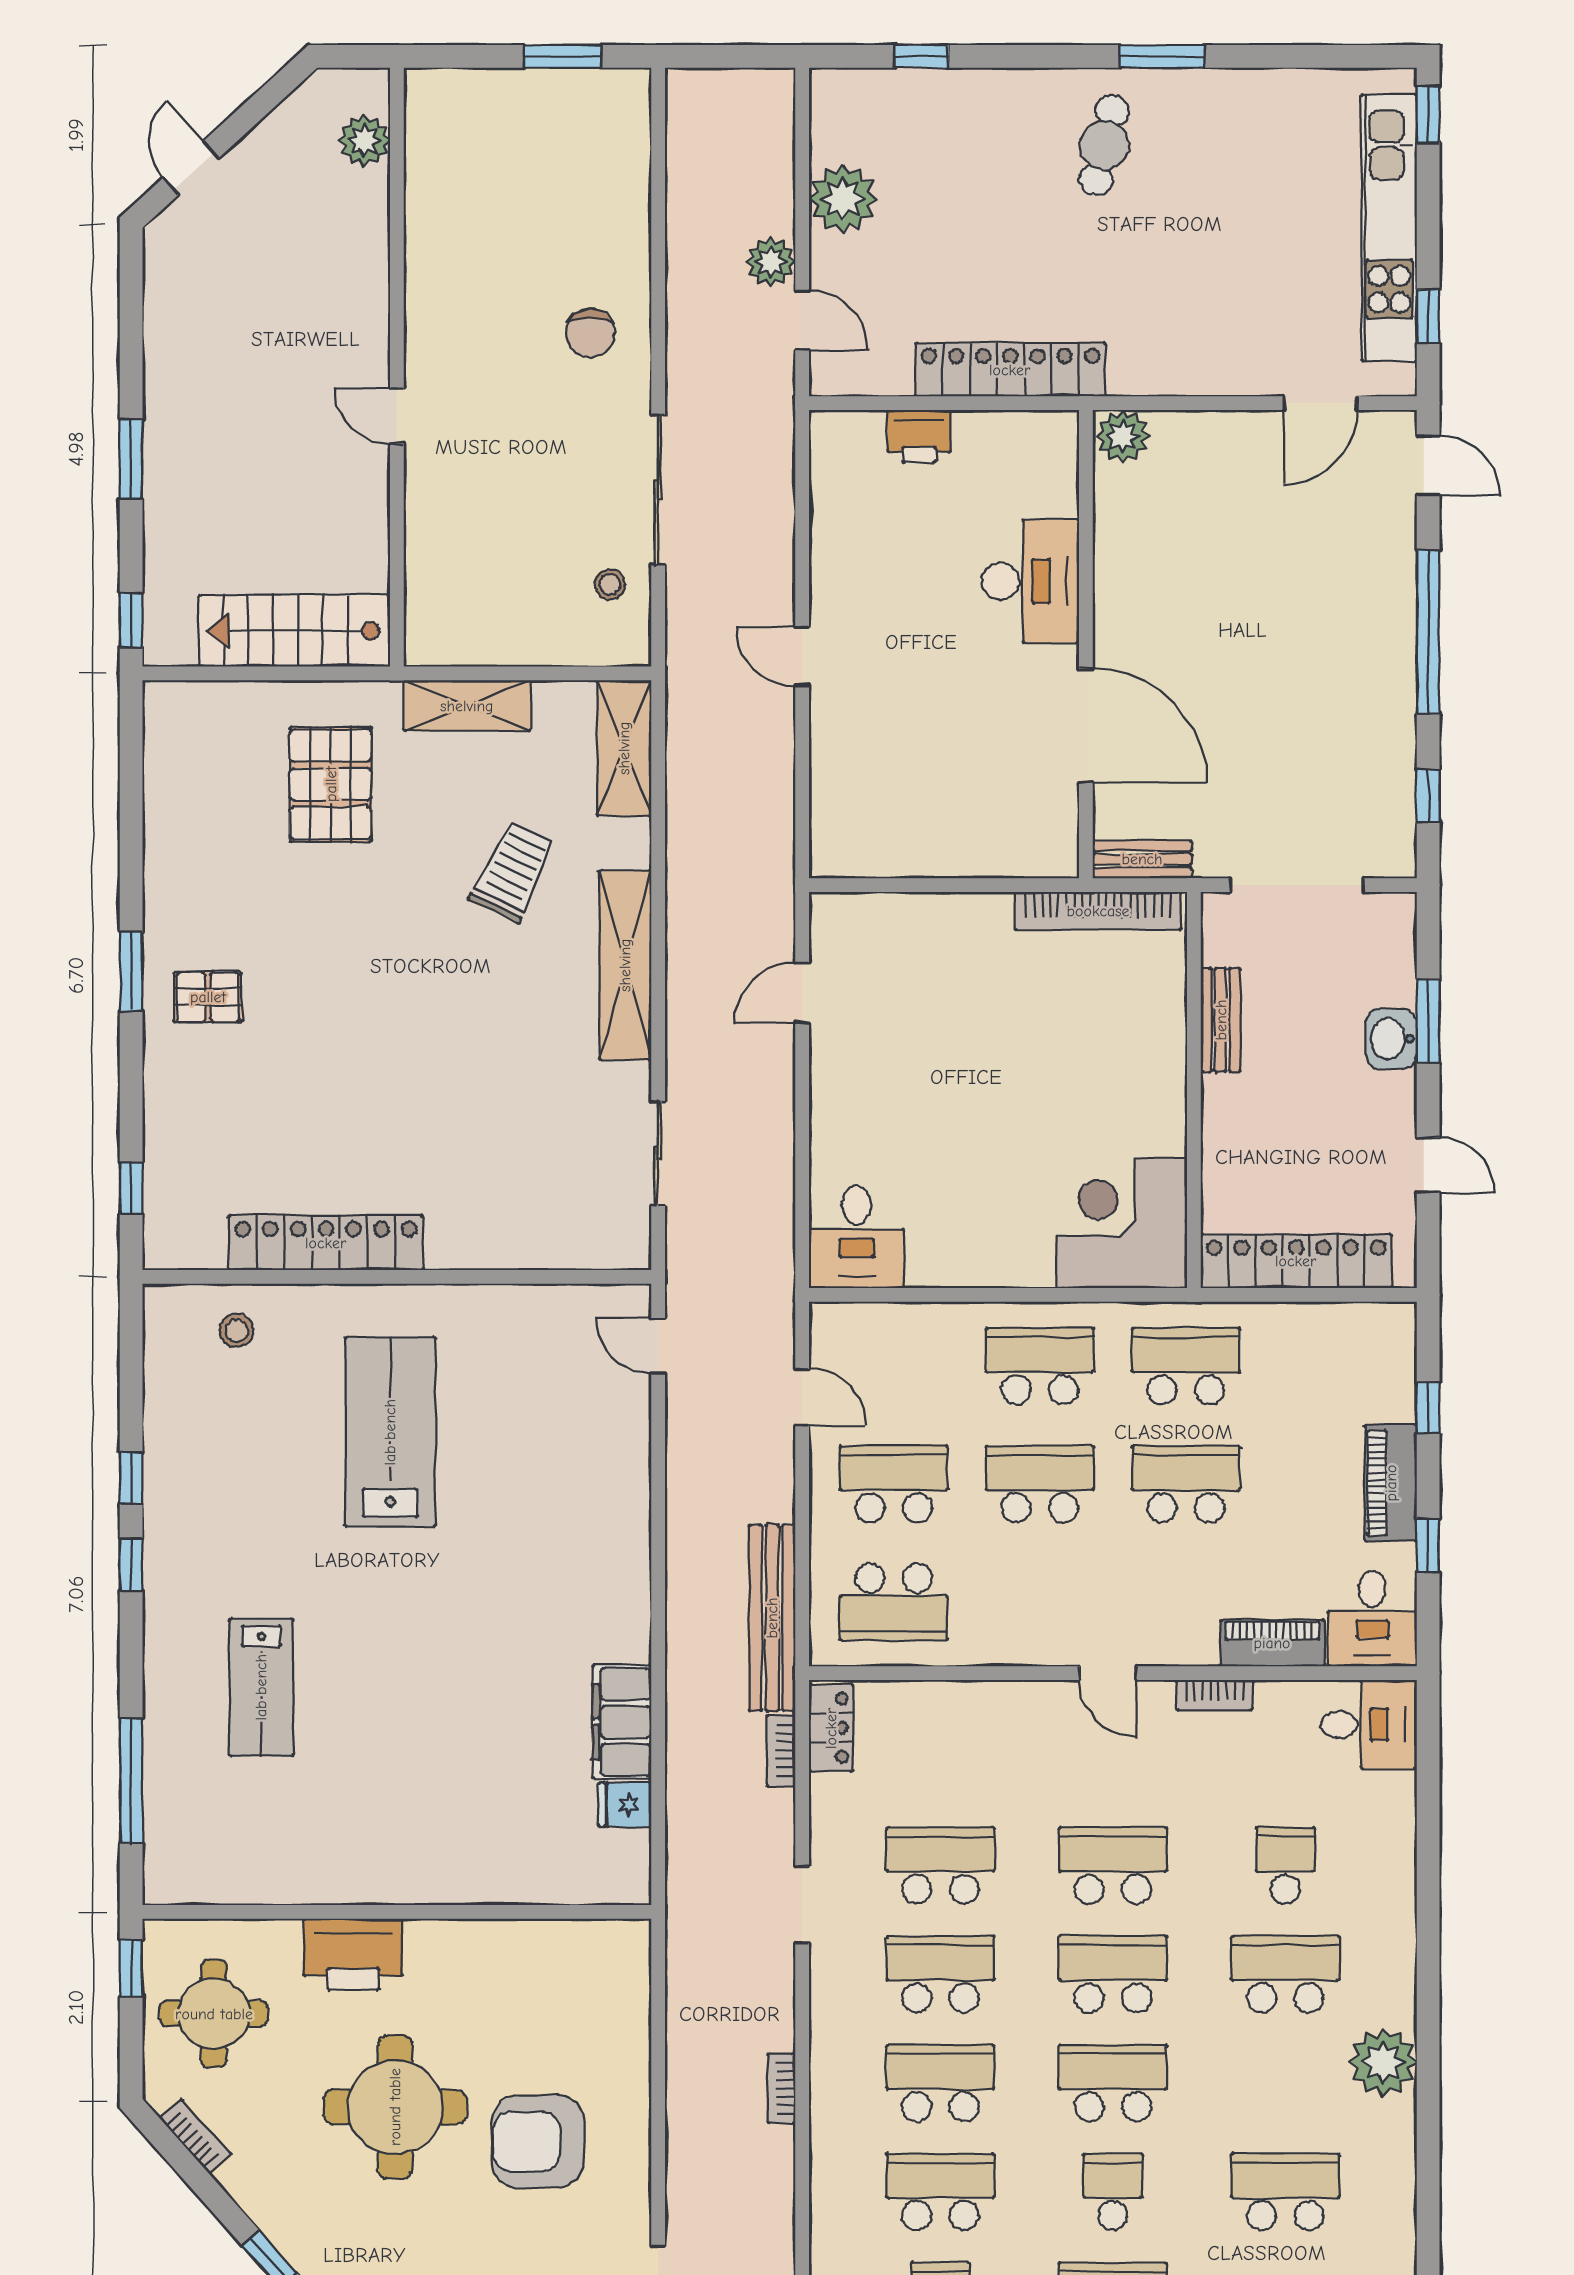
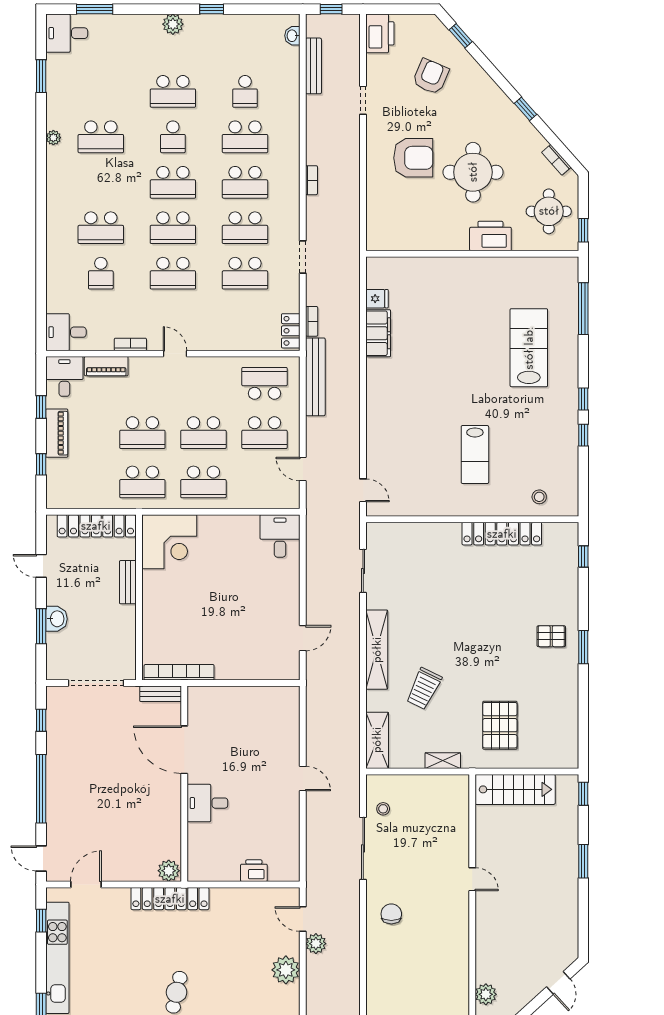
locker: (1010, 370) -> (170, 899), moved
desk: (1030, 581) -> (207, 803), width x0.73
shelving: (467, 706) -> (443, 761), width x0.67, depth x0.75
bench: (1221, 1020) -> (128, 582), moved
lab bench: (390, 1432) -> (475, 455), width x0.73, depth x0.72
lab bench: (261, 1687) -> (529, 348), width x1.36, depth x1.39
plant: (1383, 2062) -> (53, 138), moved, width x0.53, depth x0.53

